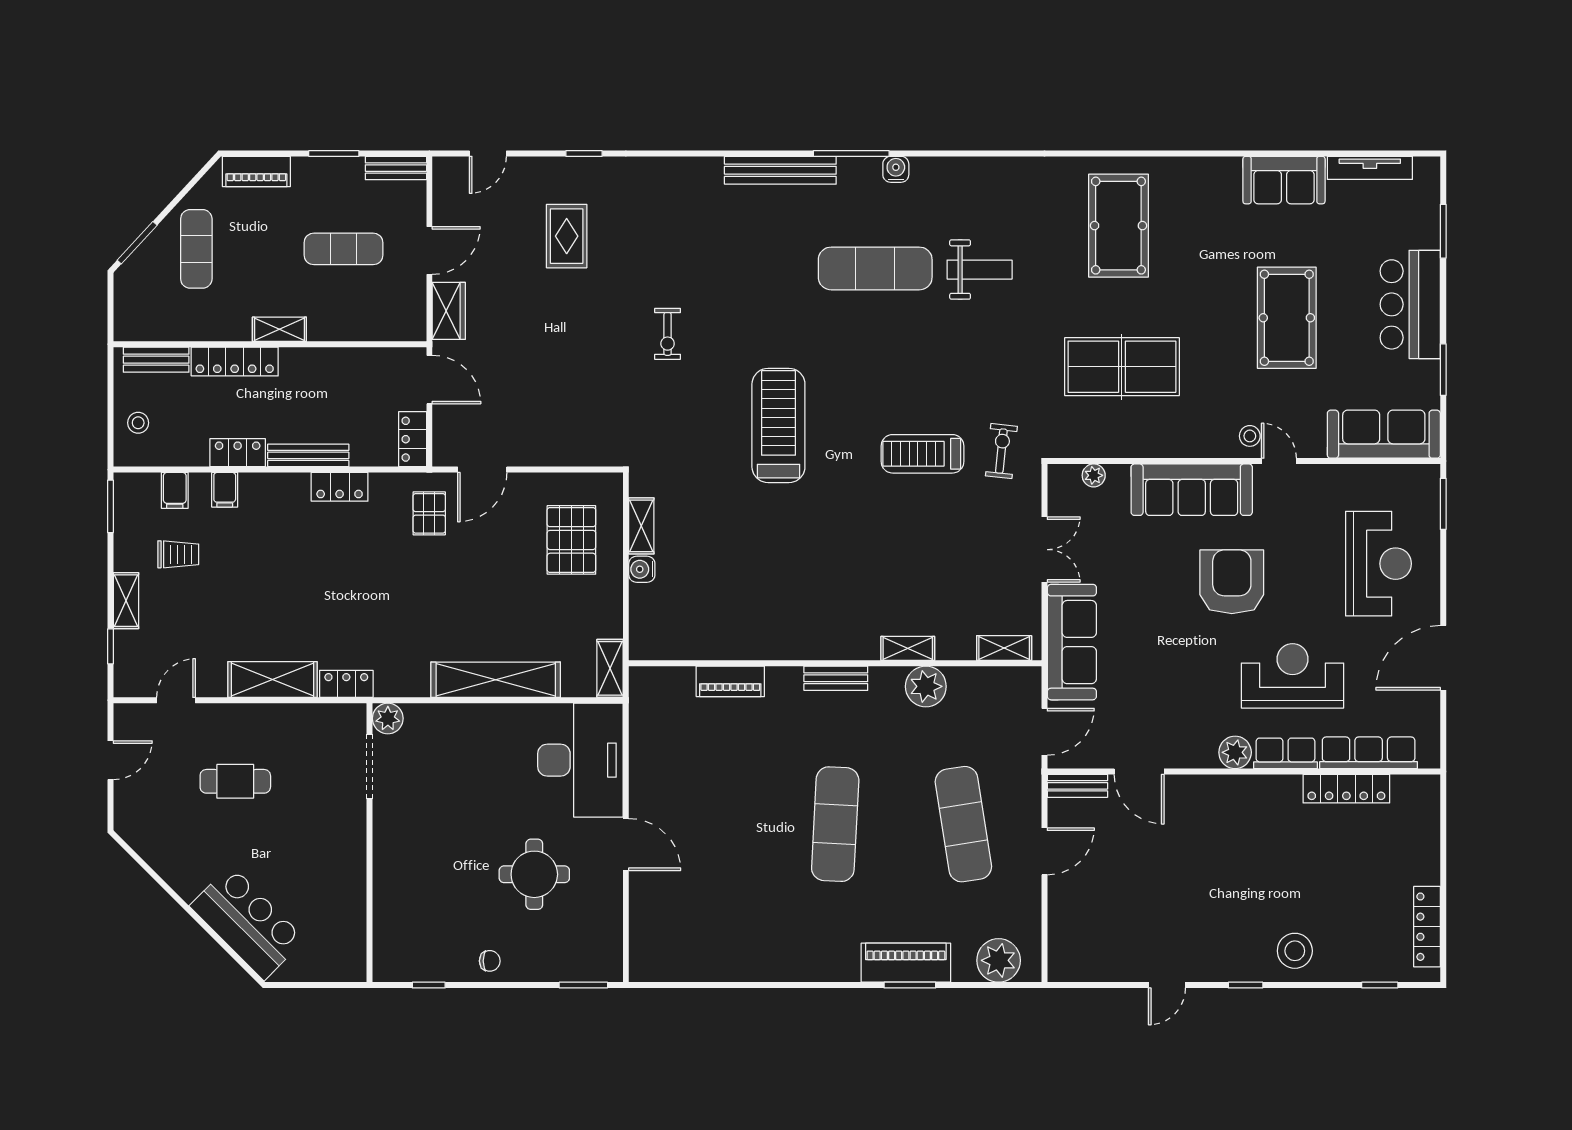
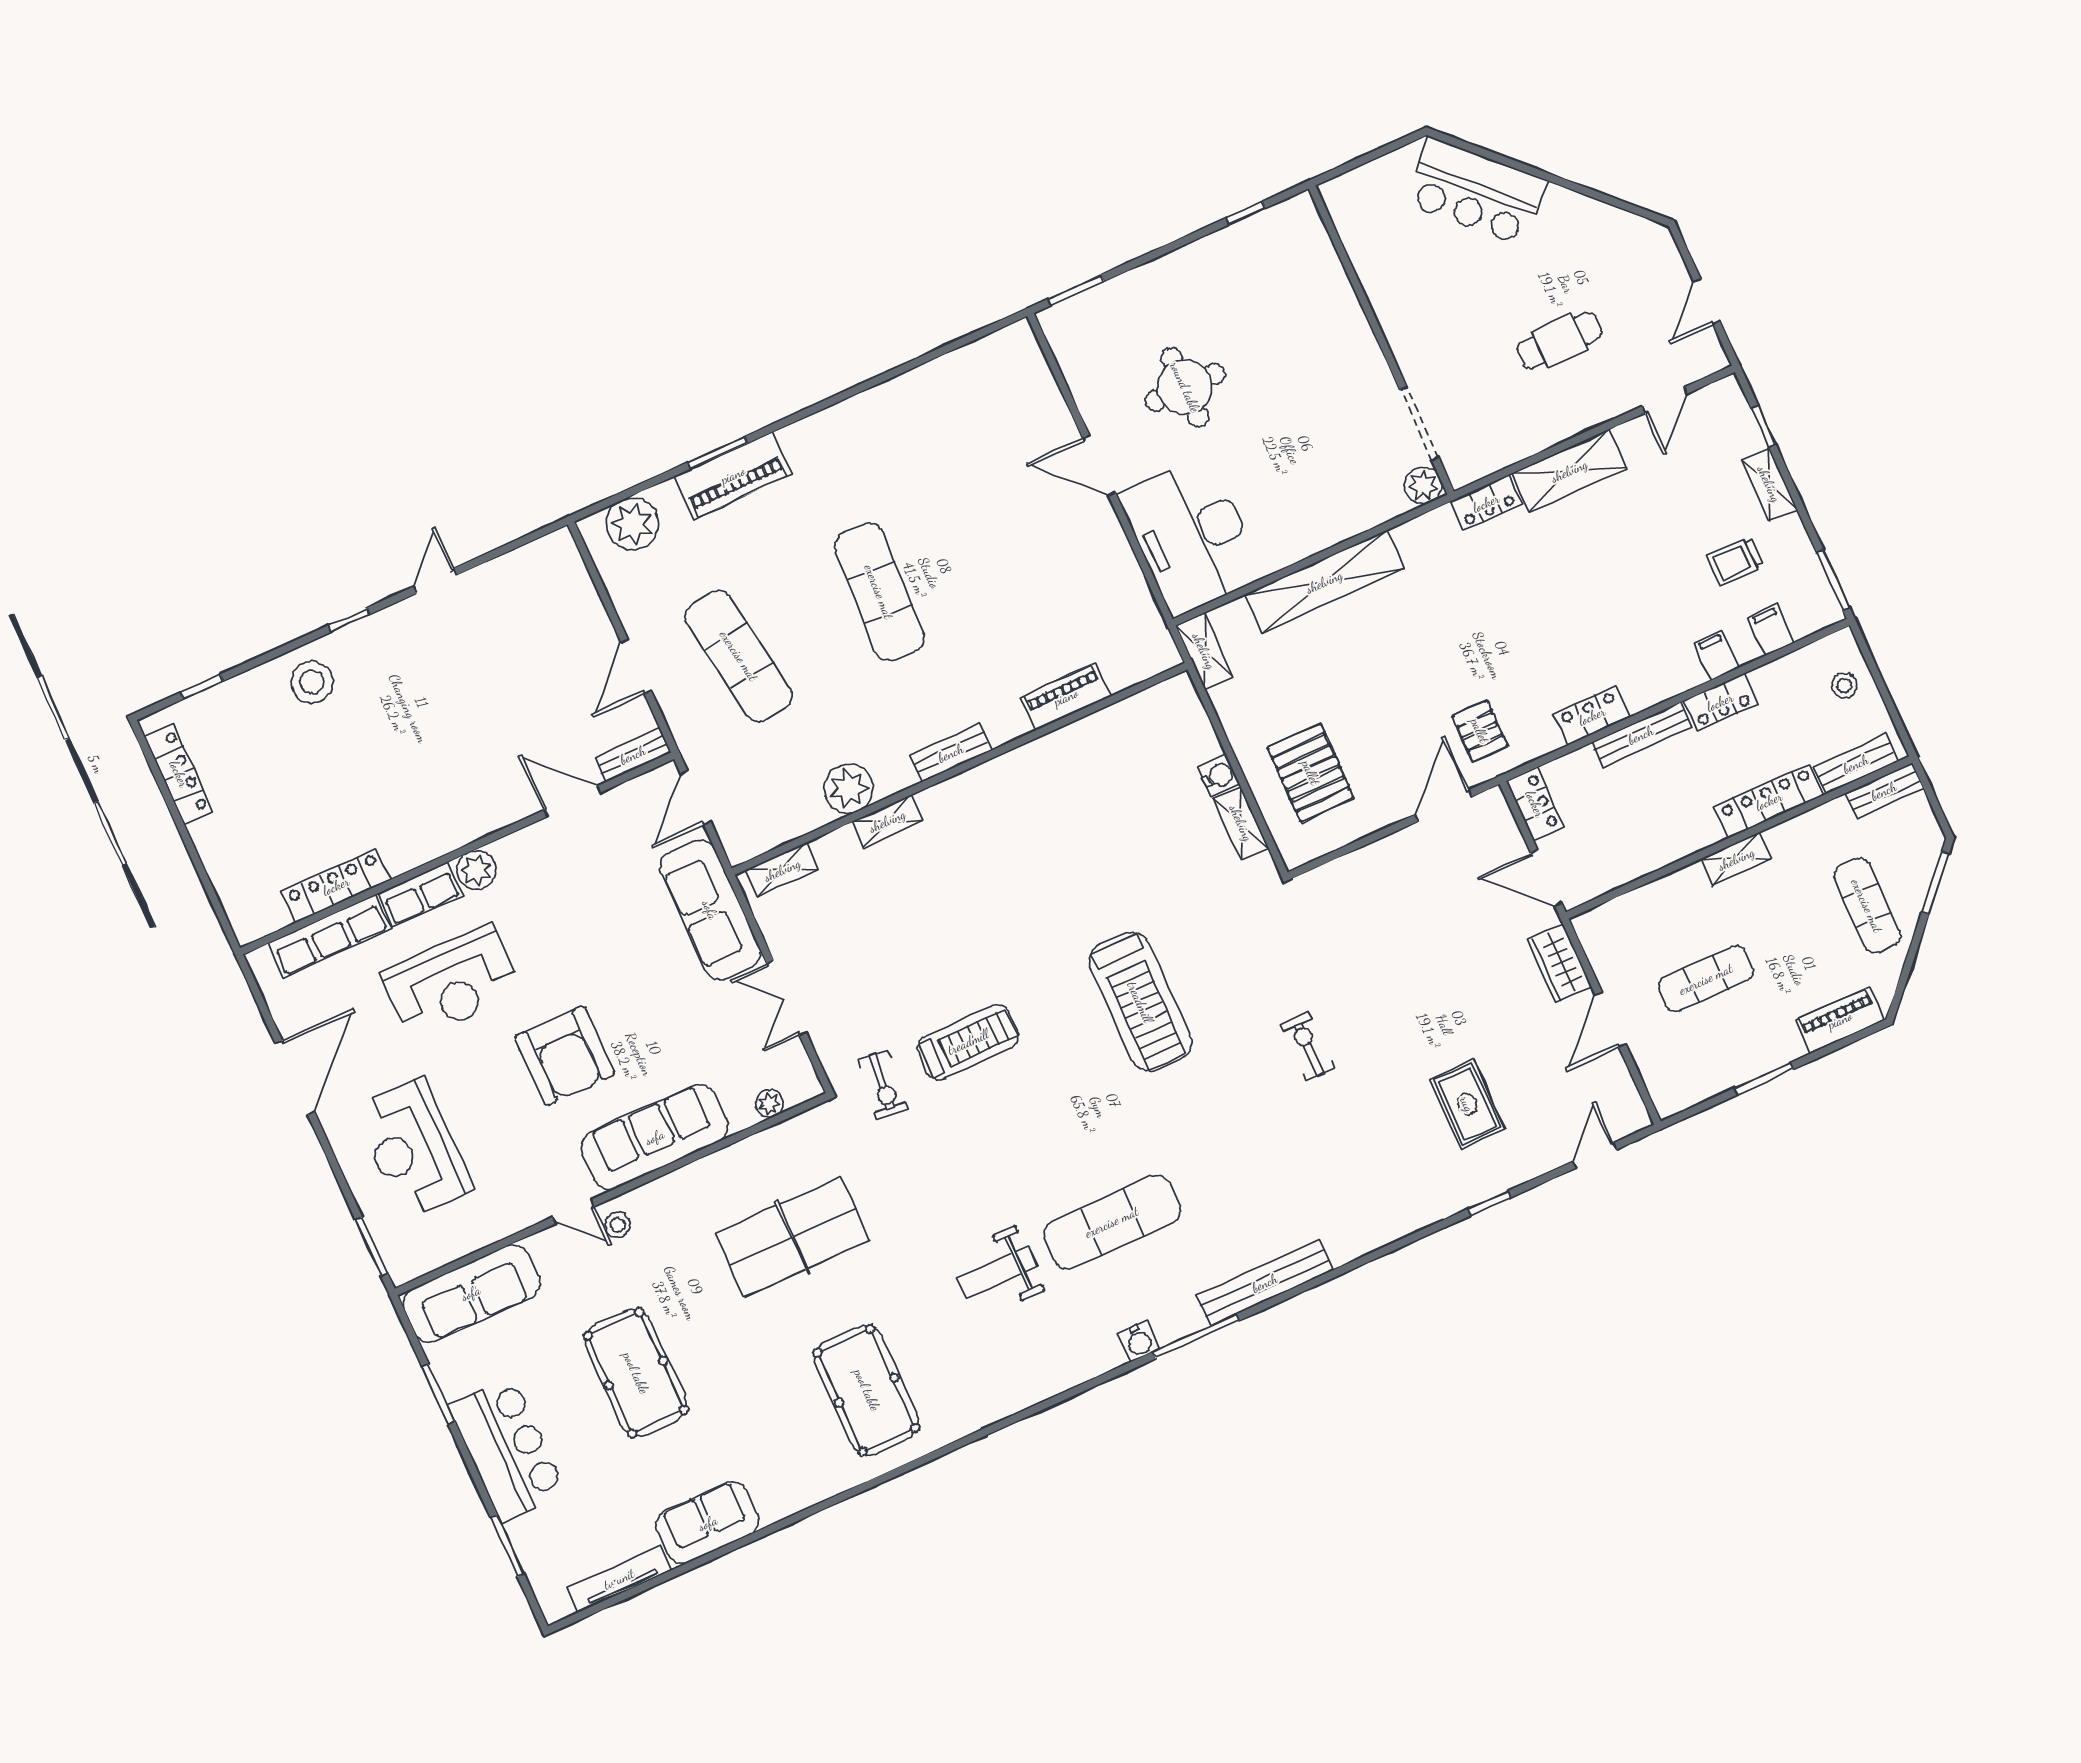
bench: (396, 168) -> (1884, 791), moved
chair: (490, 961) -> (1191, 270), removed

